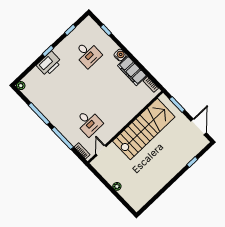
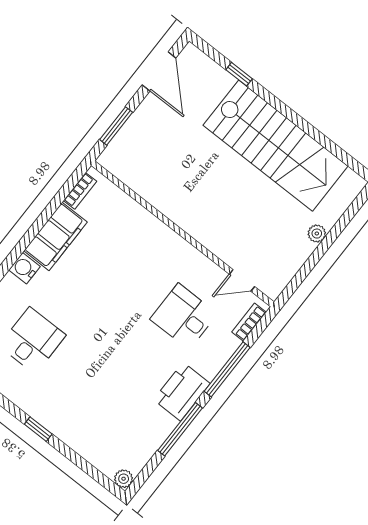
printer: (49, 64) -> (182, 392), moved, turned -90
desk: (89, 122) -> (184, 316), turned -90
door: (199, 127) -> (159, 71), swing flipped
stairs: (144, 129) -> (276, 146), moved, turned 180

